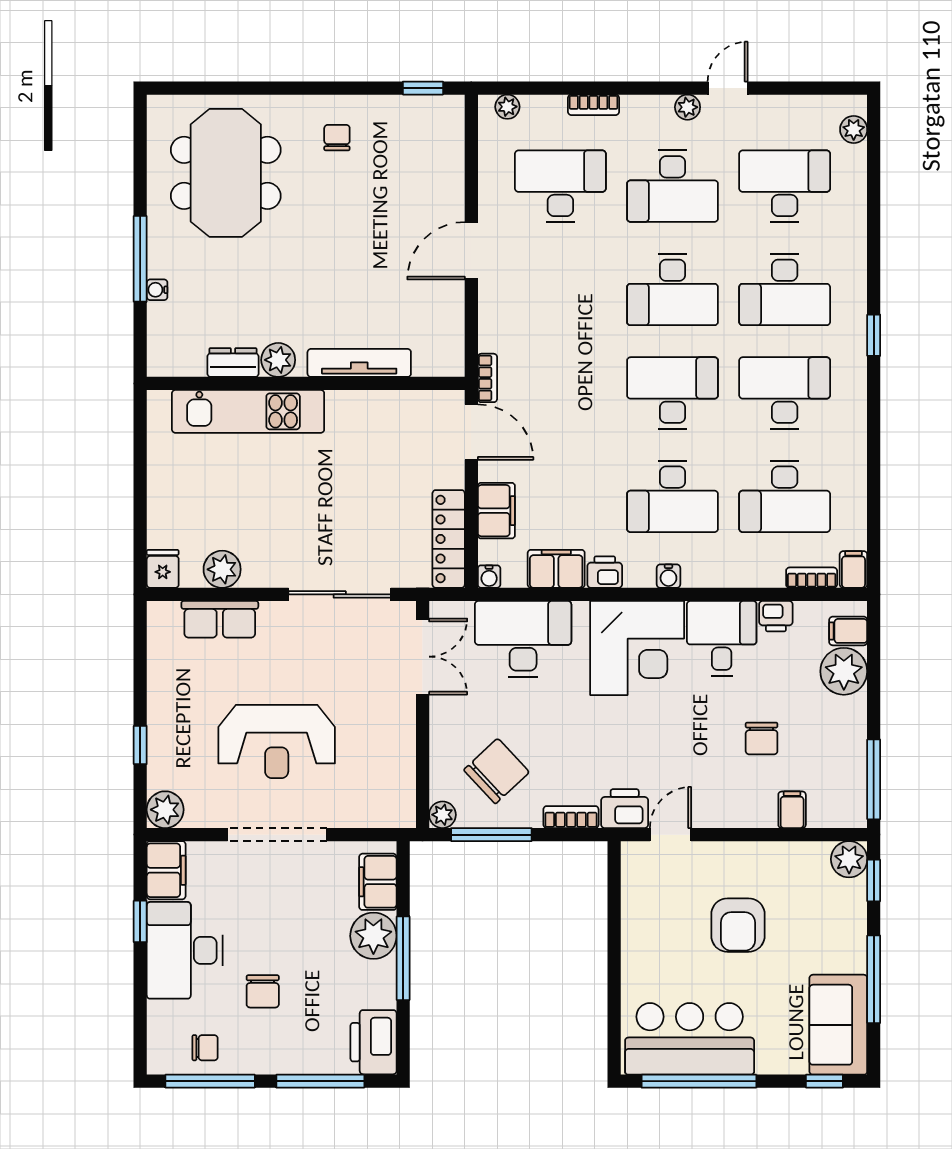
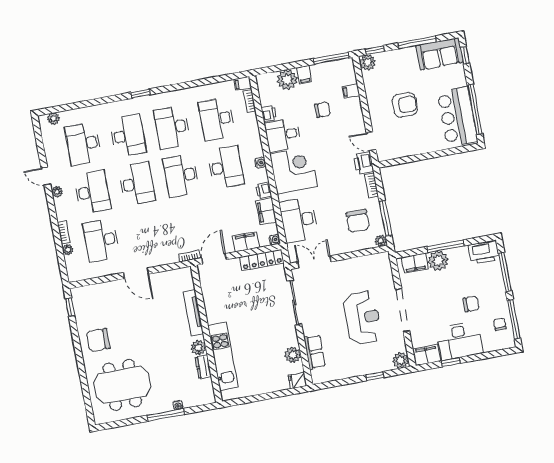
plant: (507, 107) -> (68, 250), moved
chair: (337, 138) -> (98, 340), width x1.87, depth x1.87
desk: (785, 496) -> (217, 119), turned 180
filing cabinet: (848, 631) -> (304, 75), moved
chair: (496, 771) -> (358, 221), turned -137

